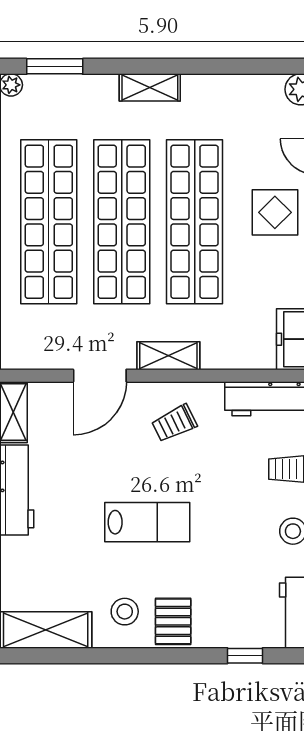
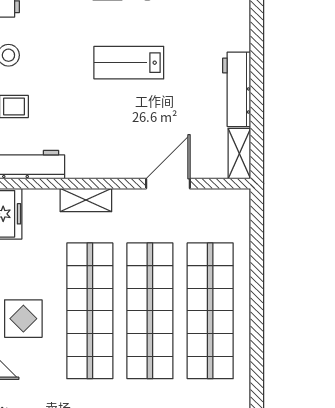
shelving: (168, 356) -> (86, 200), moved
trolley: (174, 423) -> (106, 144), removed

